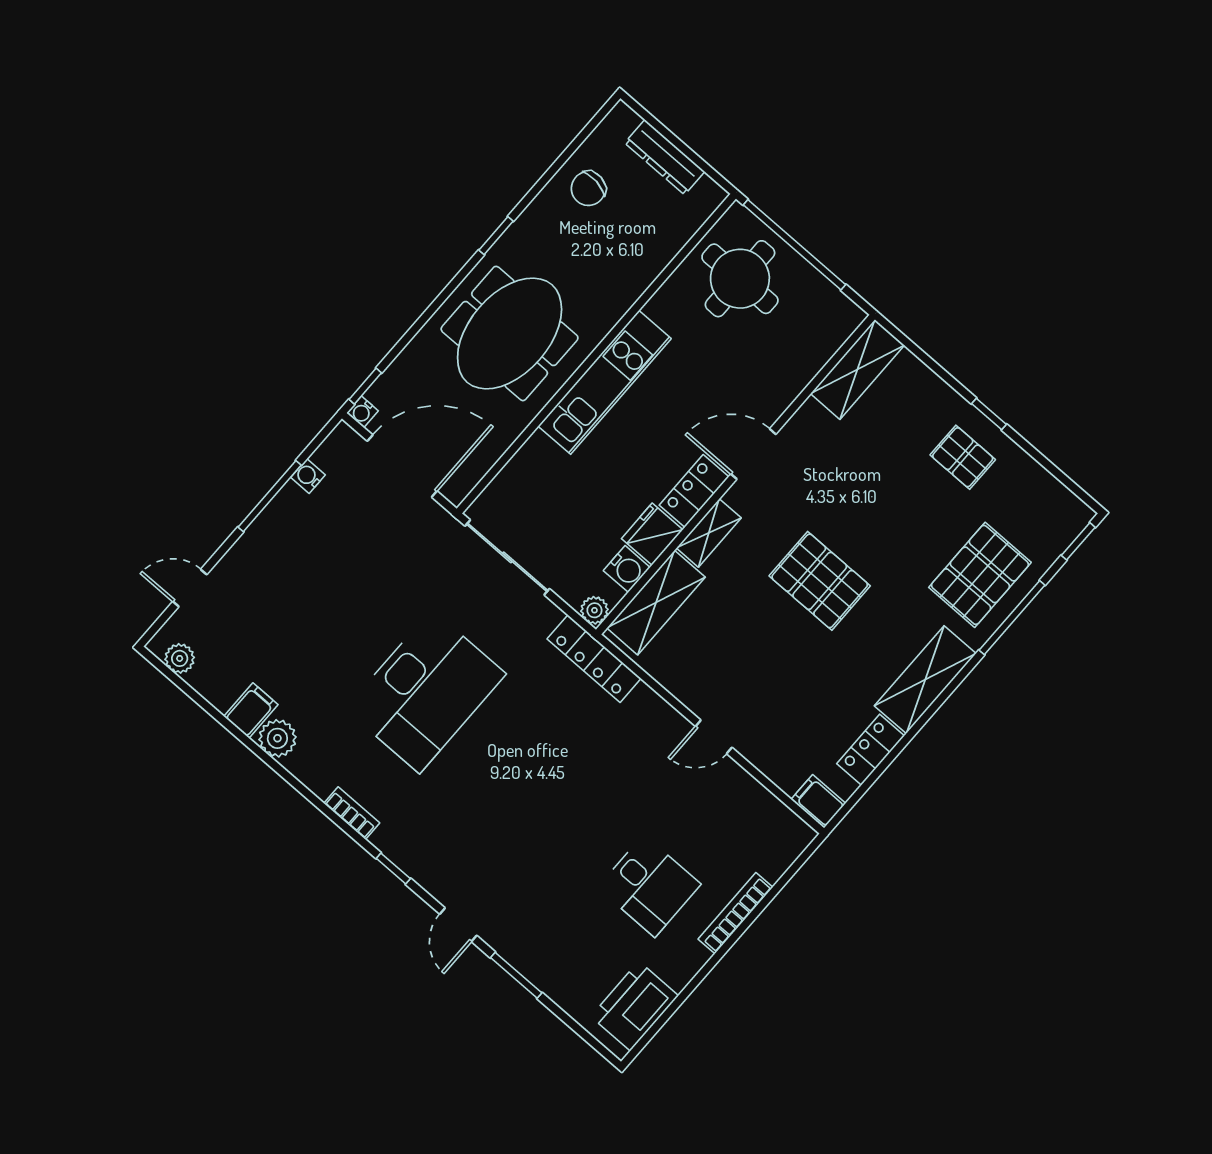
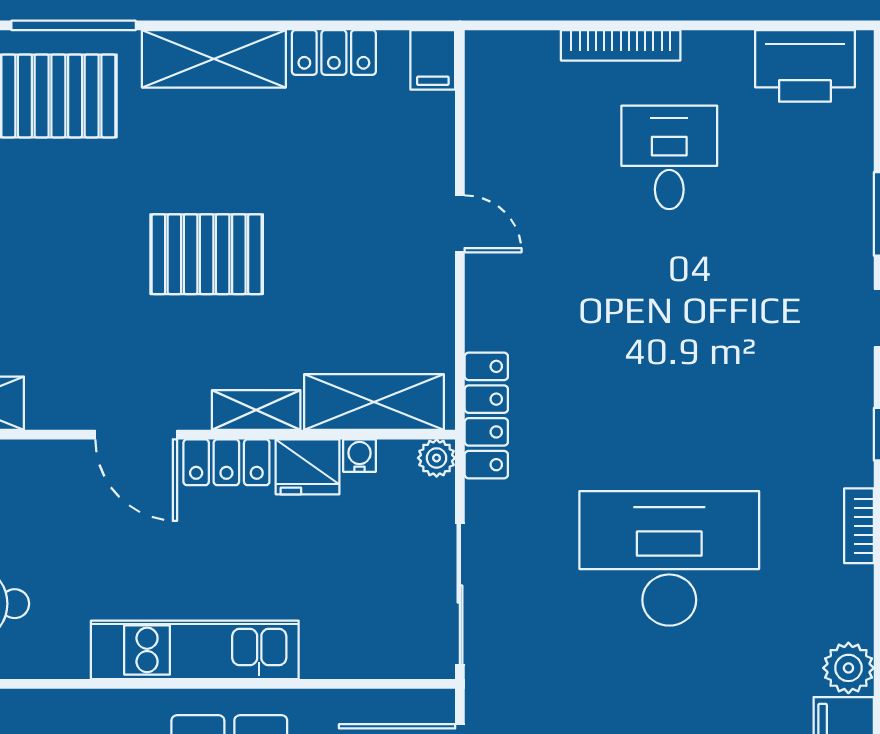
water cooler: (627, 569) -> (360, 456), width x0.72, depth x0.72
pallet: (820, 581) -> (207, 254), turned 90

